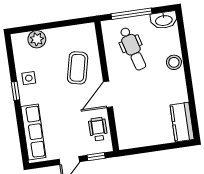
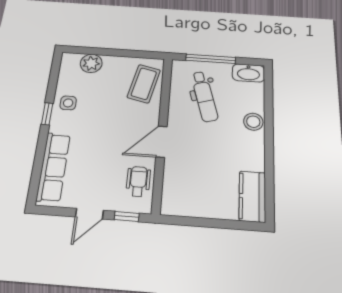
coffee table: (78, 68) -> (144, 84), moved

